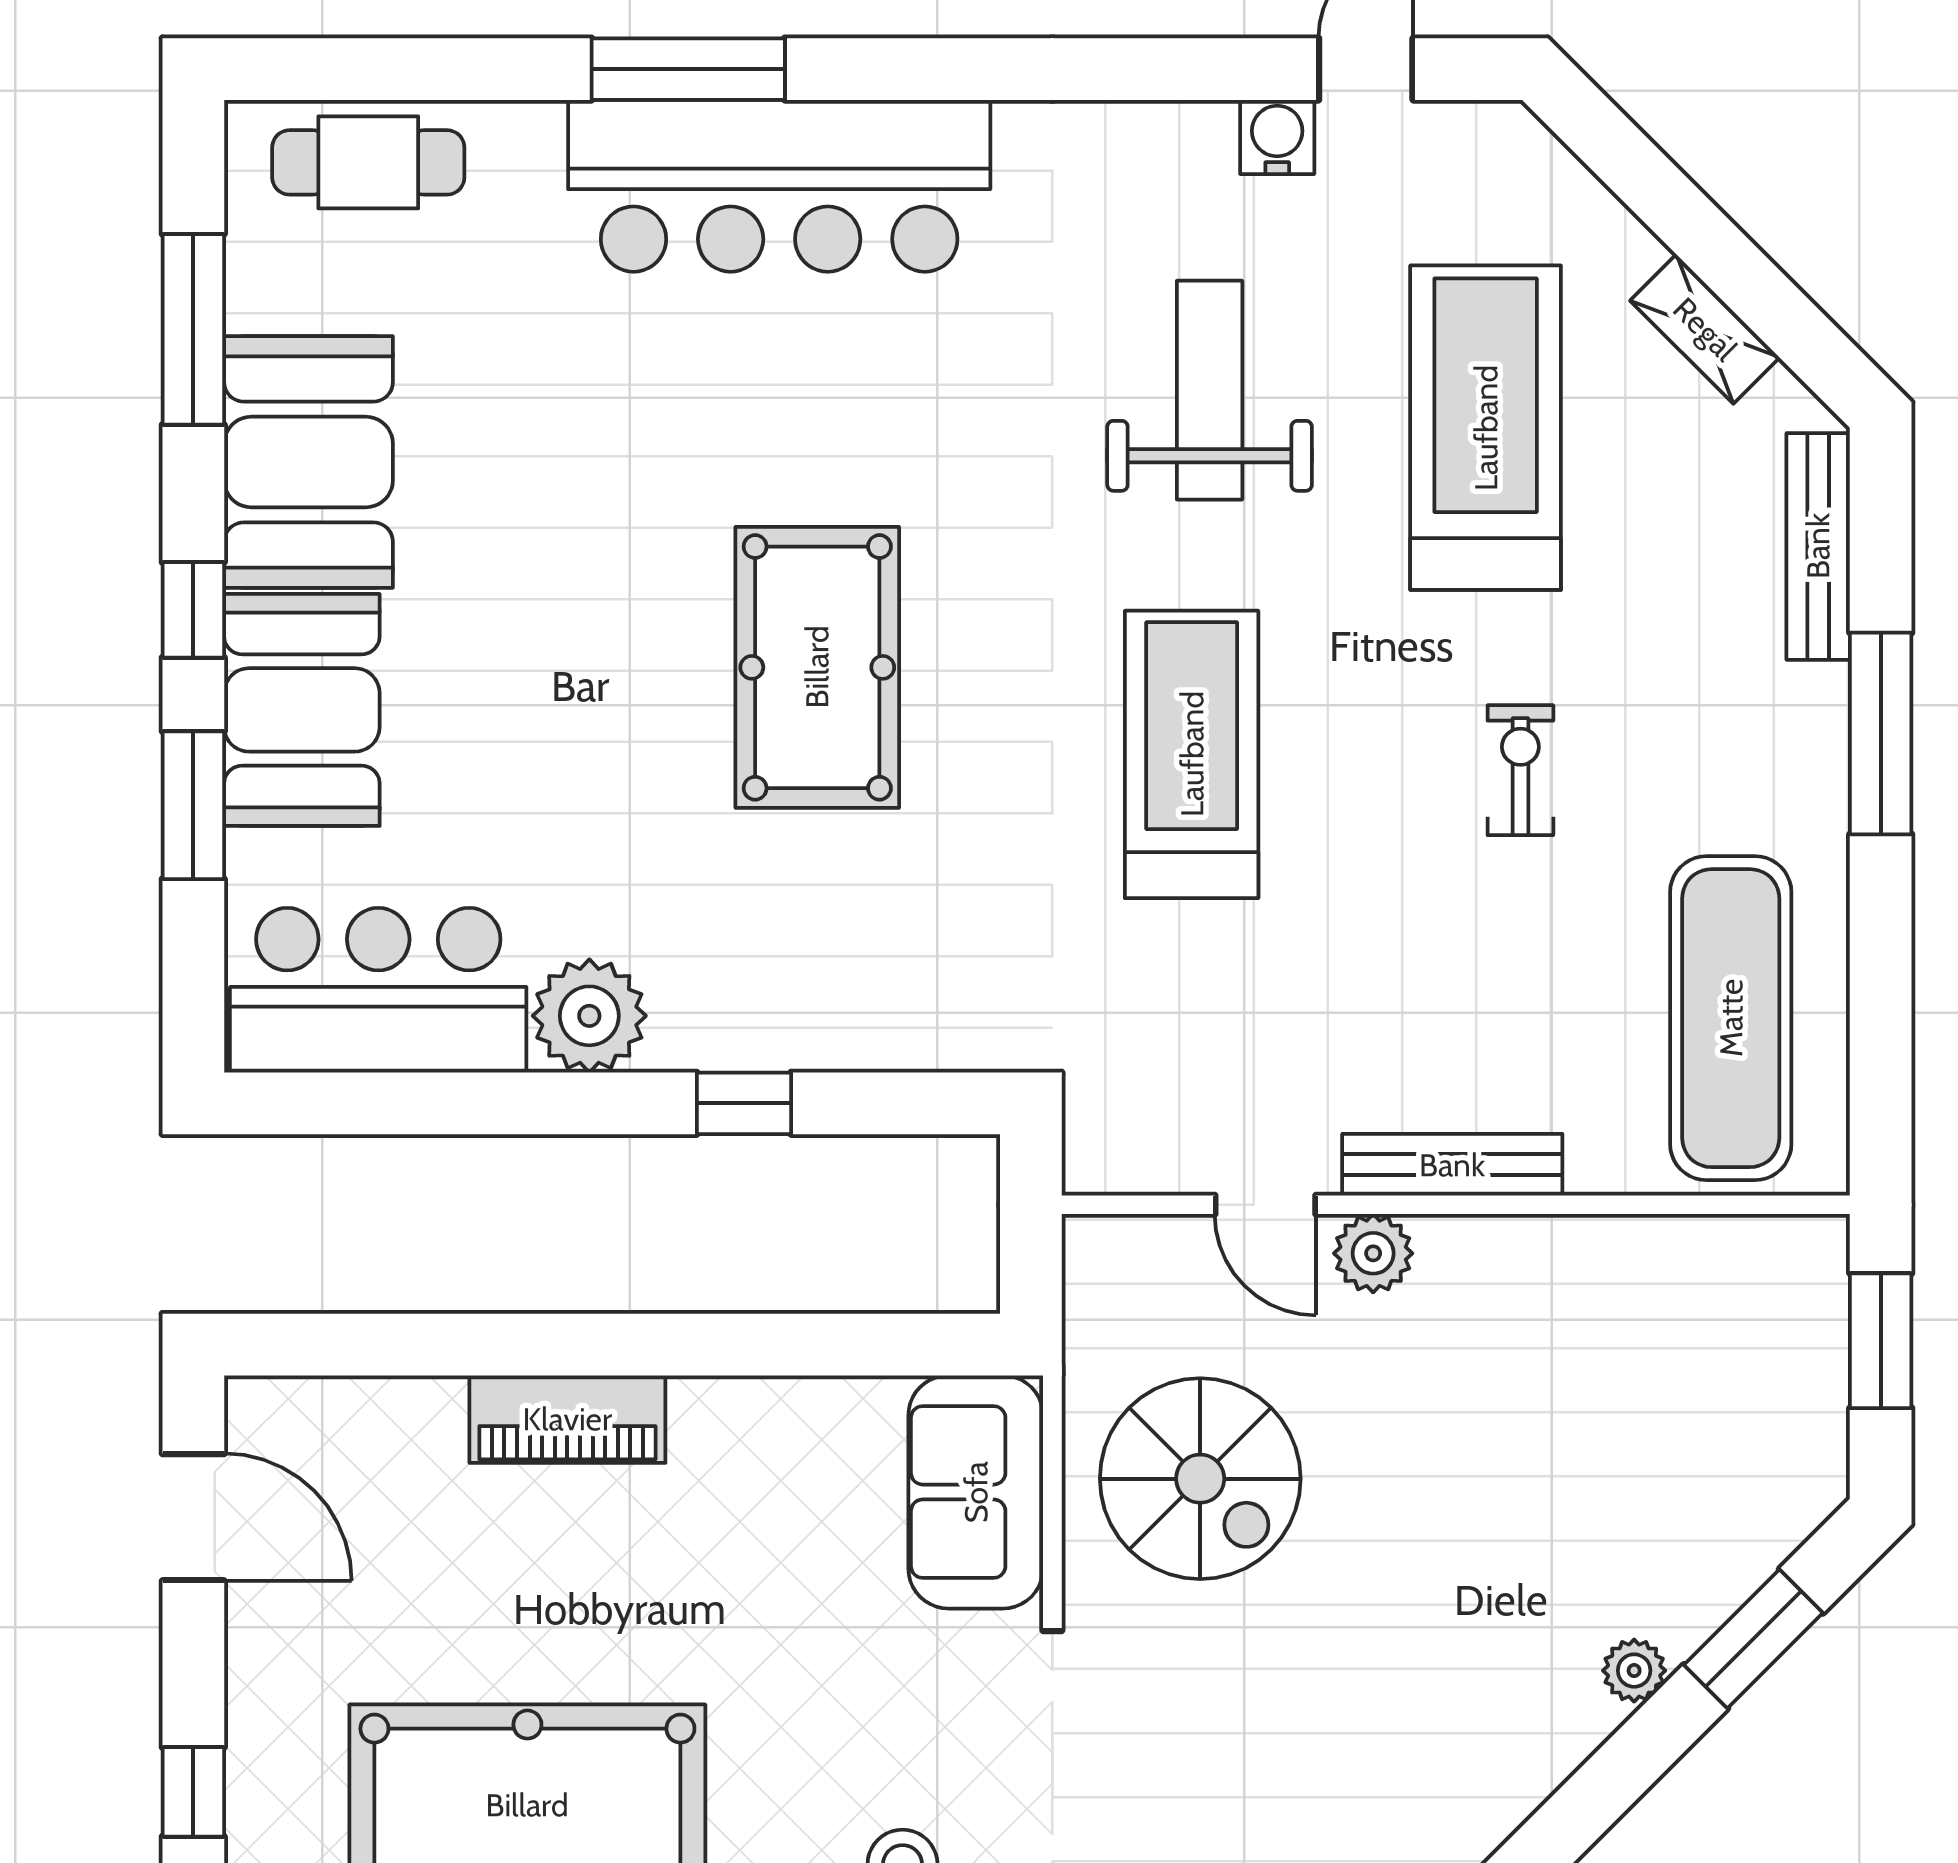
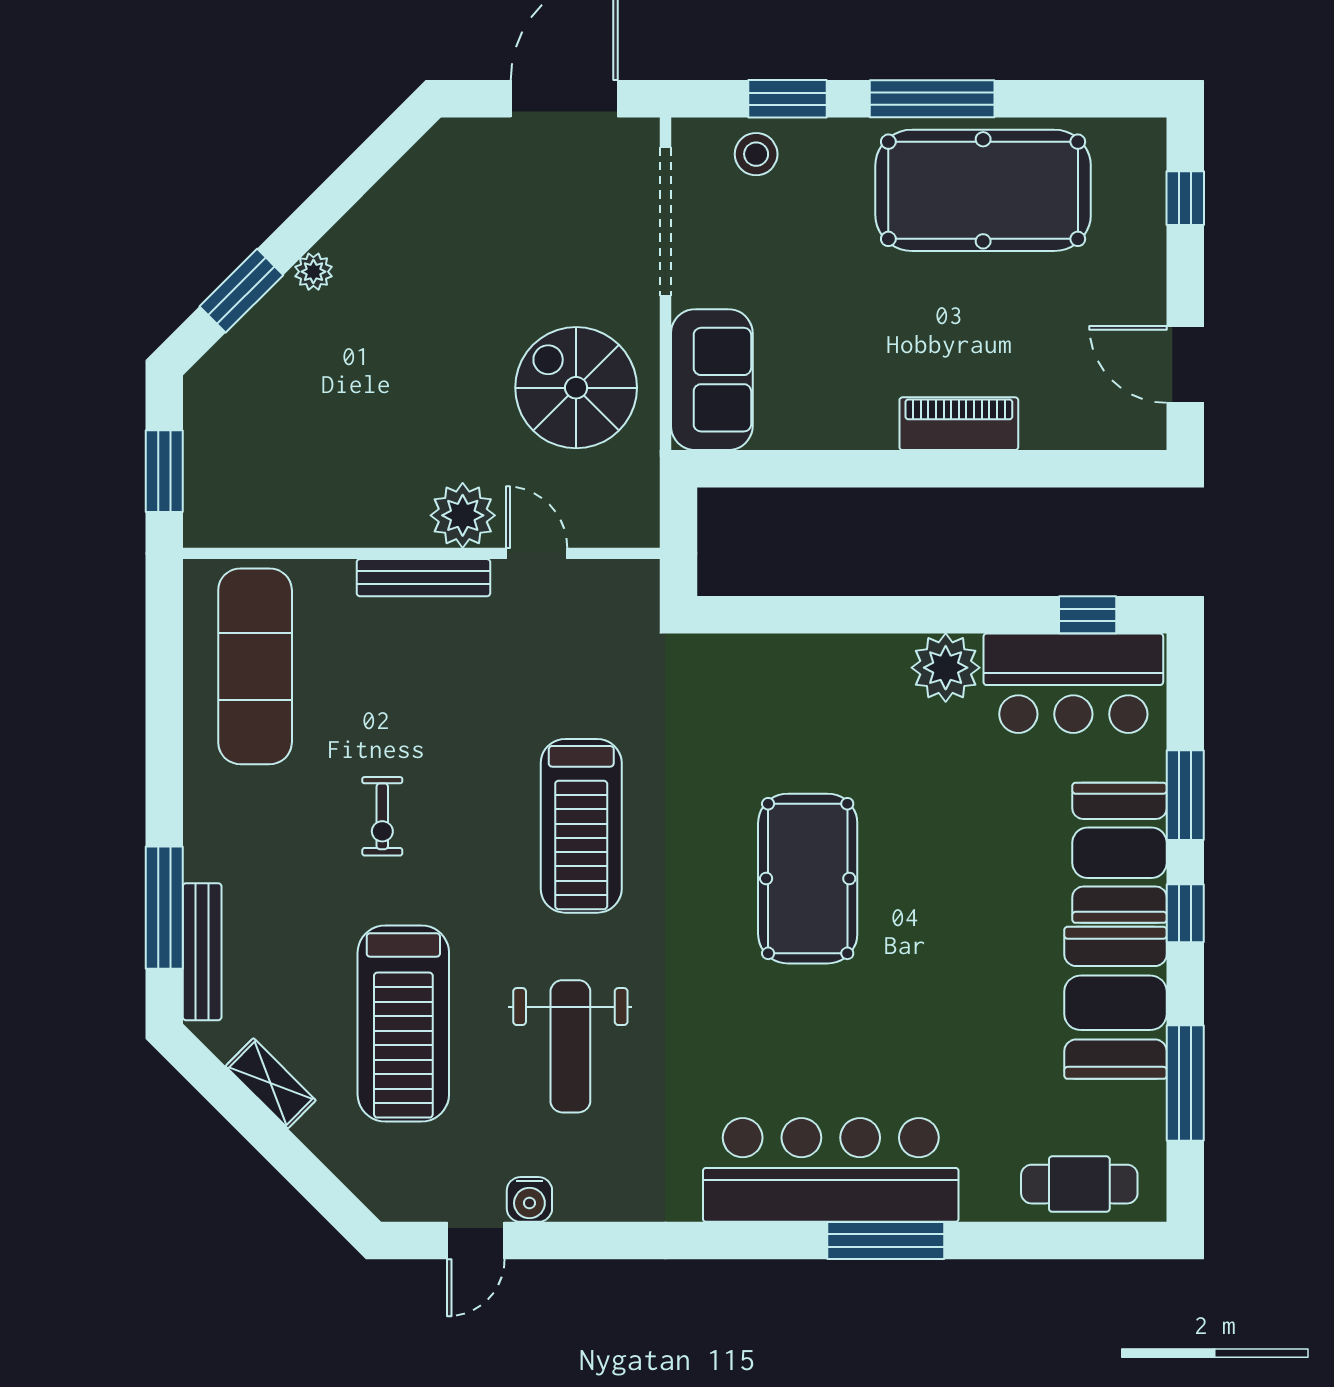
window: (1881, 733) -> (164, 908), moved
window: (744, 1103) -> (1088, 615), moved
plant: (1373, 1253) -> (463, 515), width x1.36, depth x1.36

